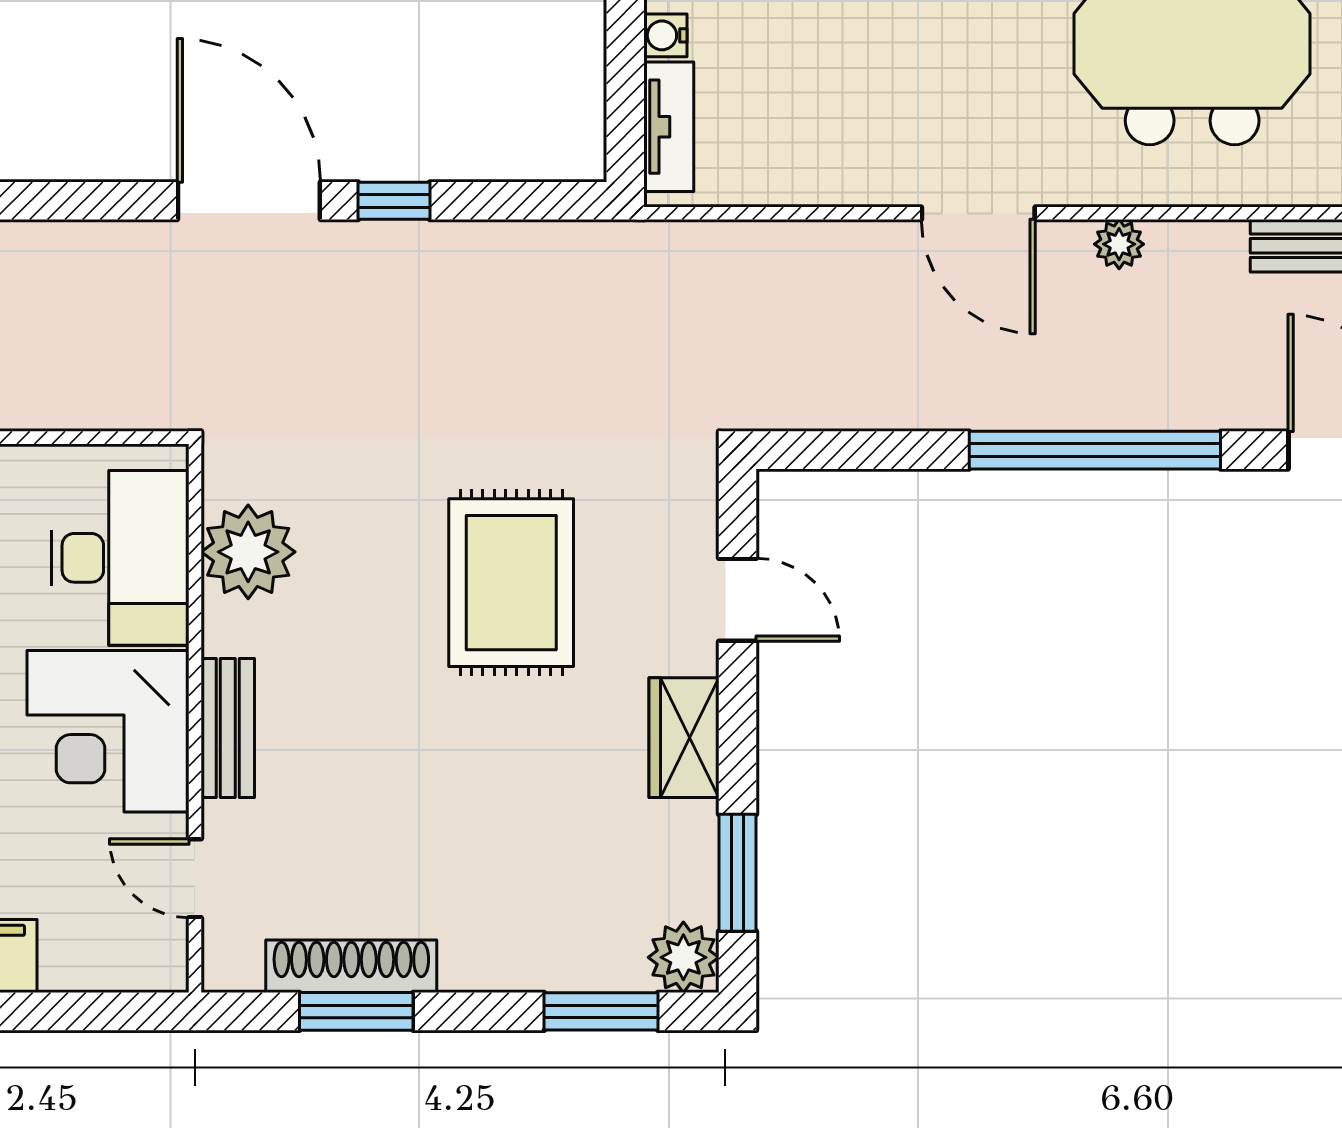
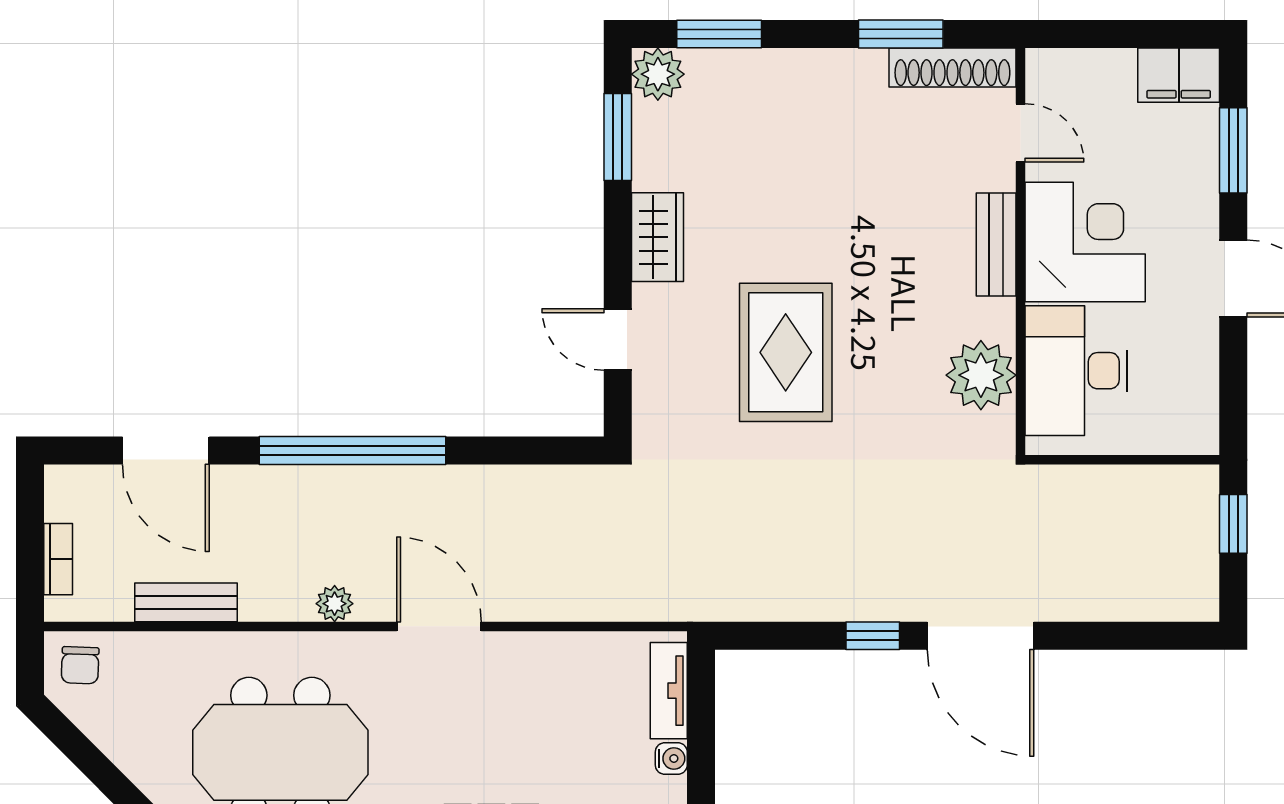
shoe rack: (351, 966) -> (952, 68), moved

